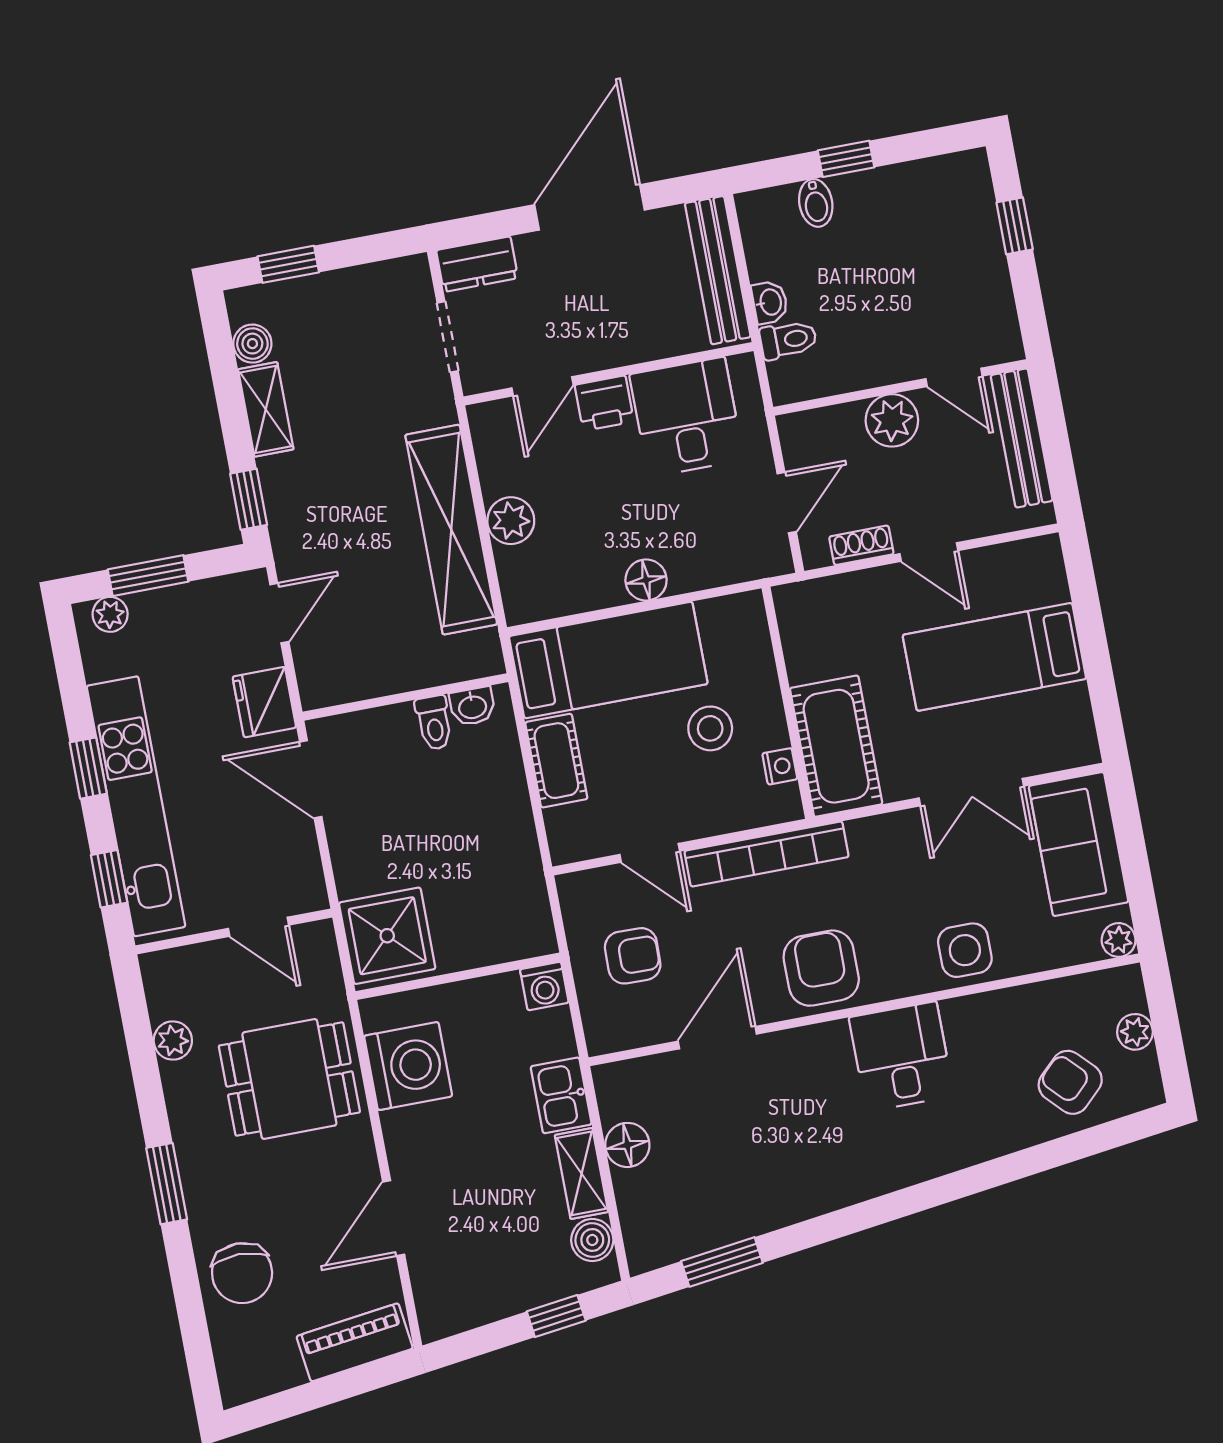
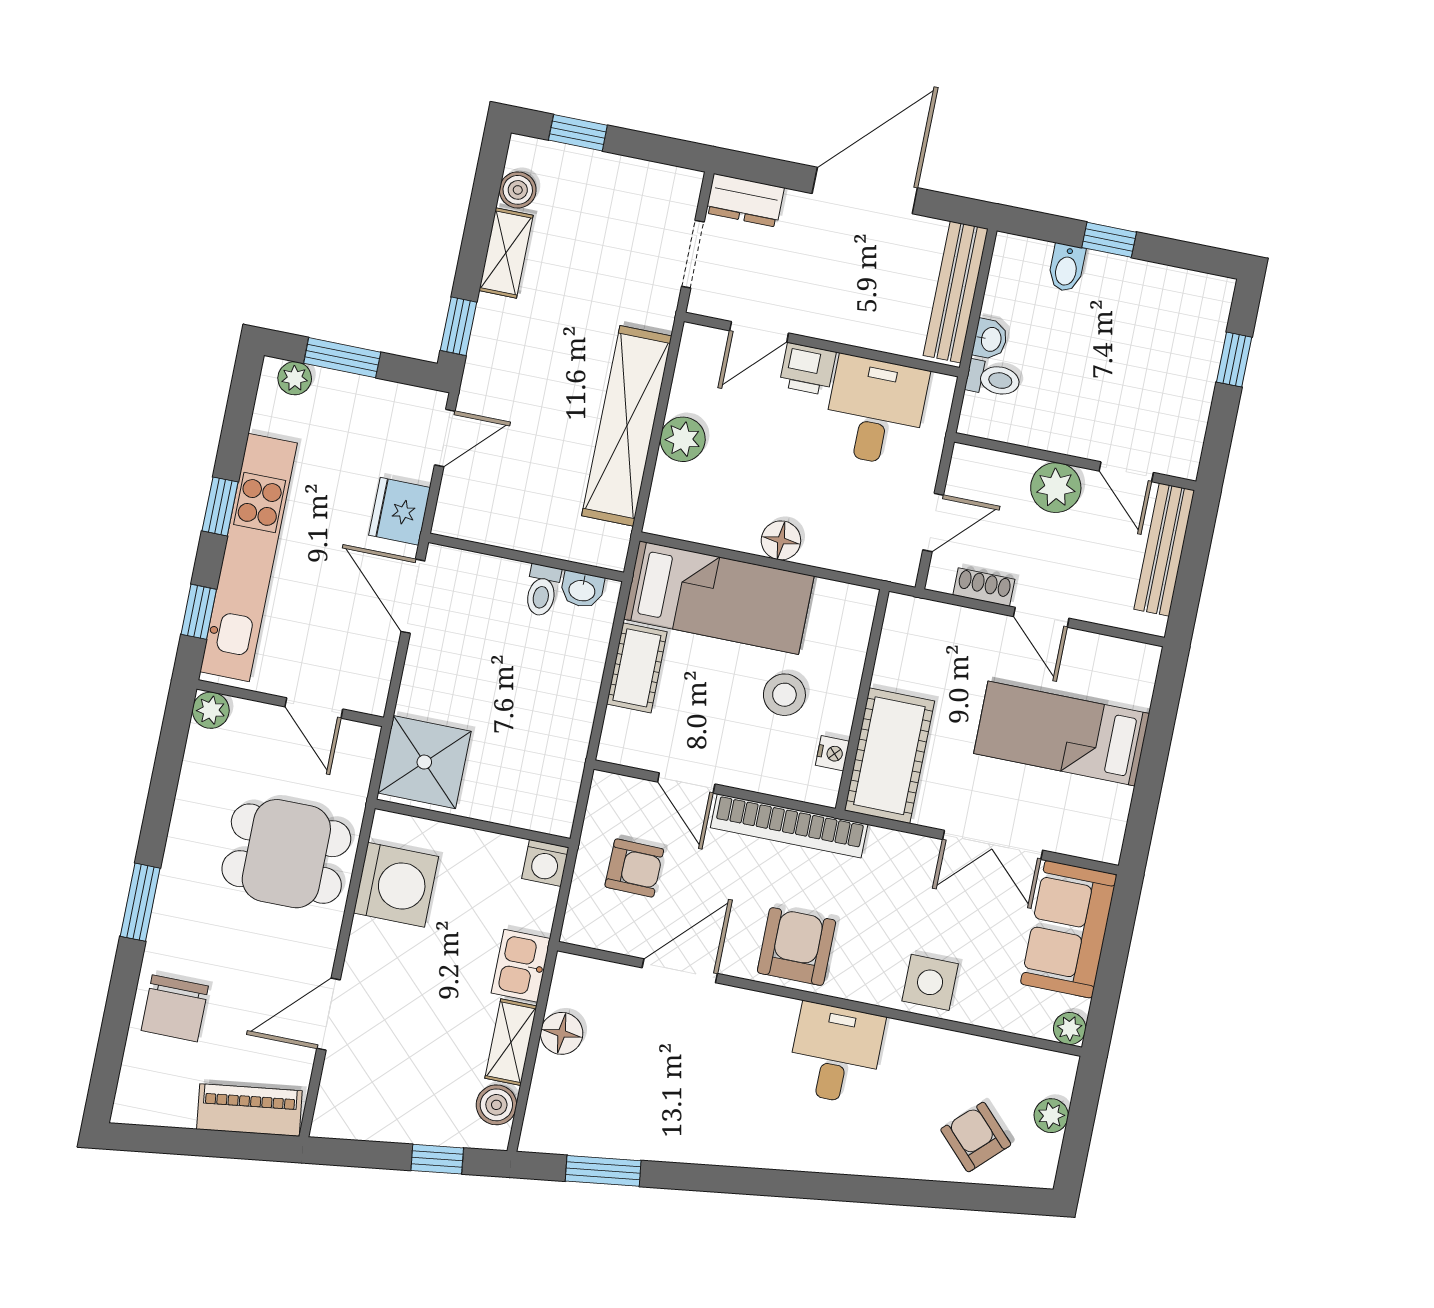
plant: (173, 1040) -> (211, 710), moved

